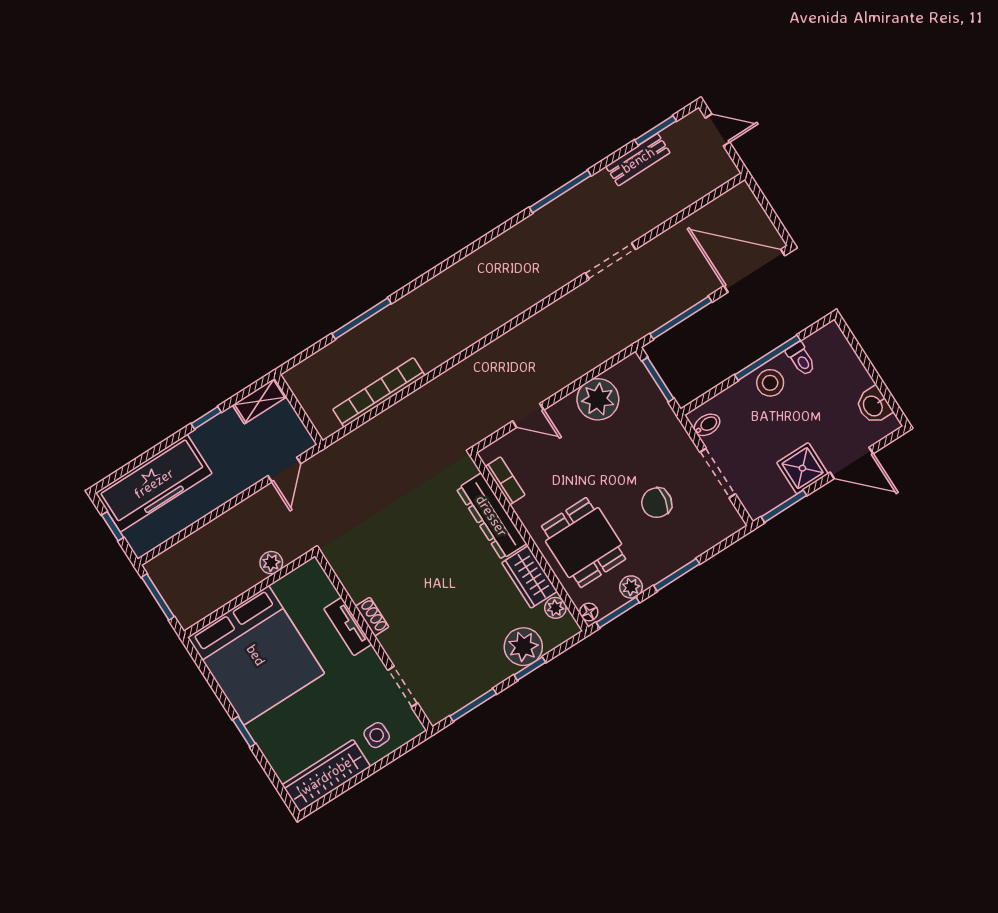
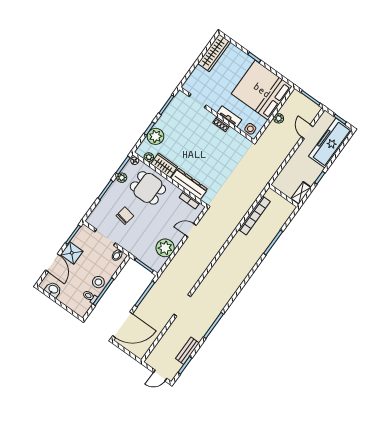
door: (852, 463) -> (53, 263), swing flipped
door: (284, 470) -> (307, 132), moved
plant: (271, 563) -> (279, 118), moved
side table: (377, 735) -> (250, 129), moved

